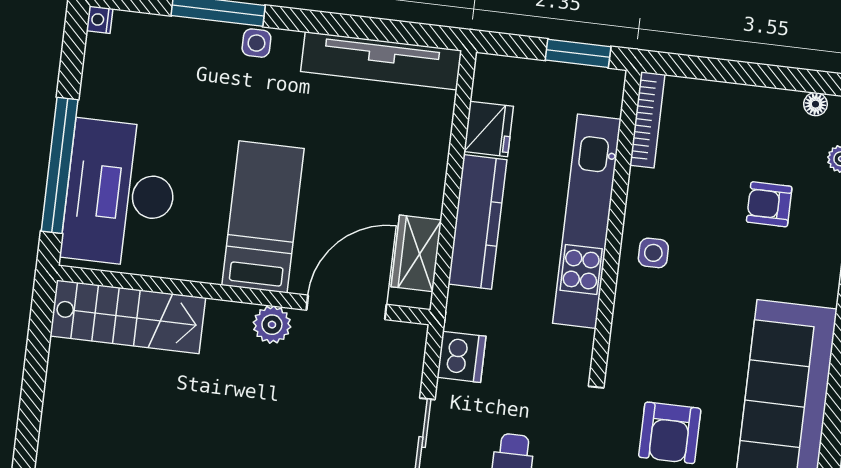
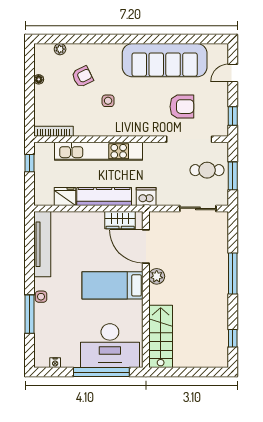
nightstand: (100, 20) -> (55, 363), moved
window: (578, 53) -> (29, 163), width x0.67
floor lamp: (816, 104) -> (39, 79), moved
armchair: (769, 204) -> (82, 77), turned -116
side table: (653, 253) -> (108, 101), moved
dishwasher: (461, 357) -> (146, 196), moved

